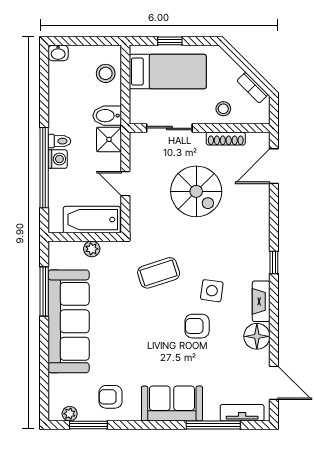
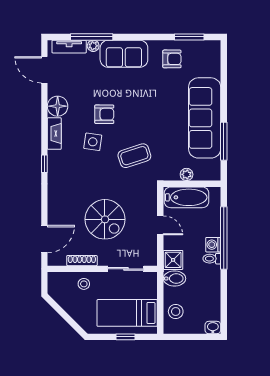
bookcase: (252, 88) -> (61, 300), removed
spiral stairs: (196, 191) -> (105, 219), turned 180
plant: (70, 414) -> (93, 46), moved

